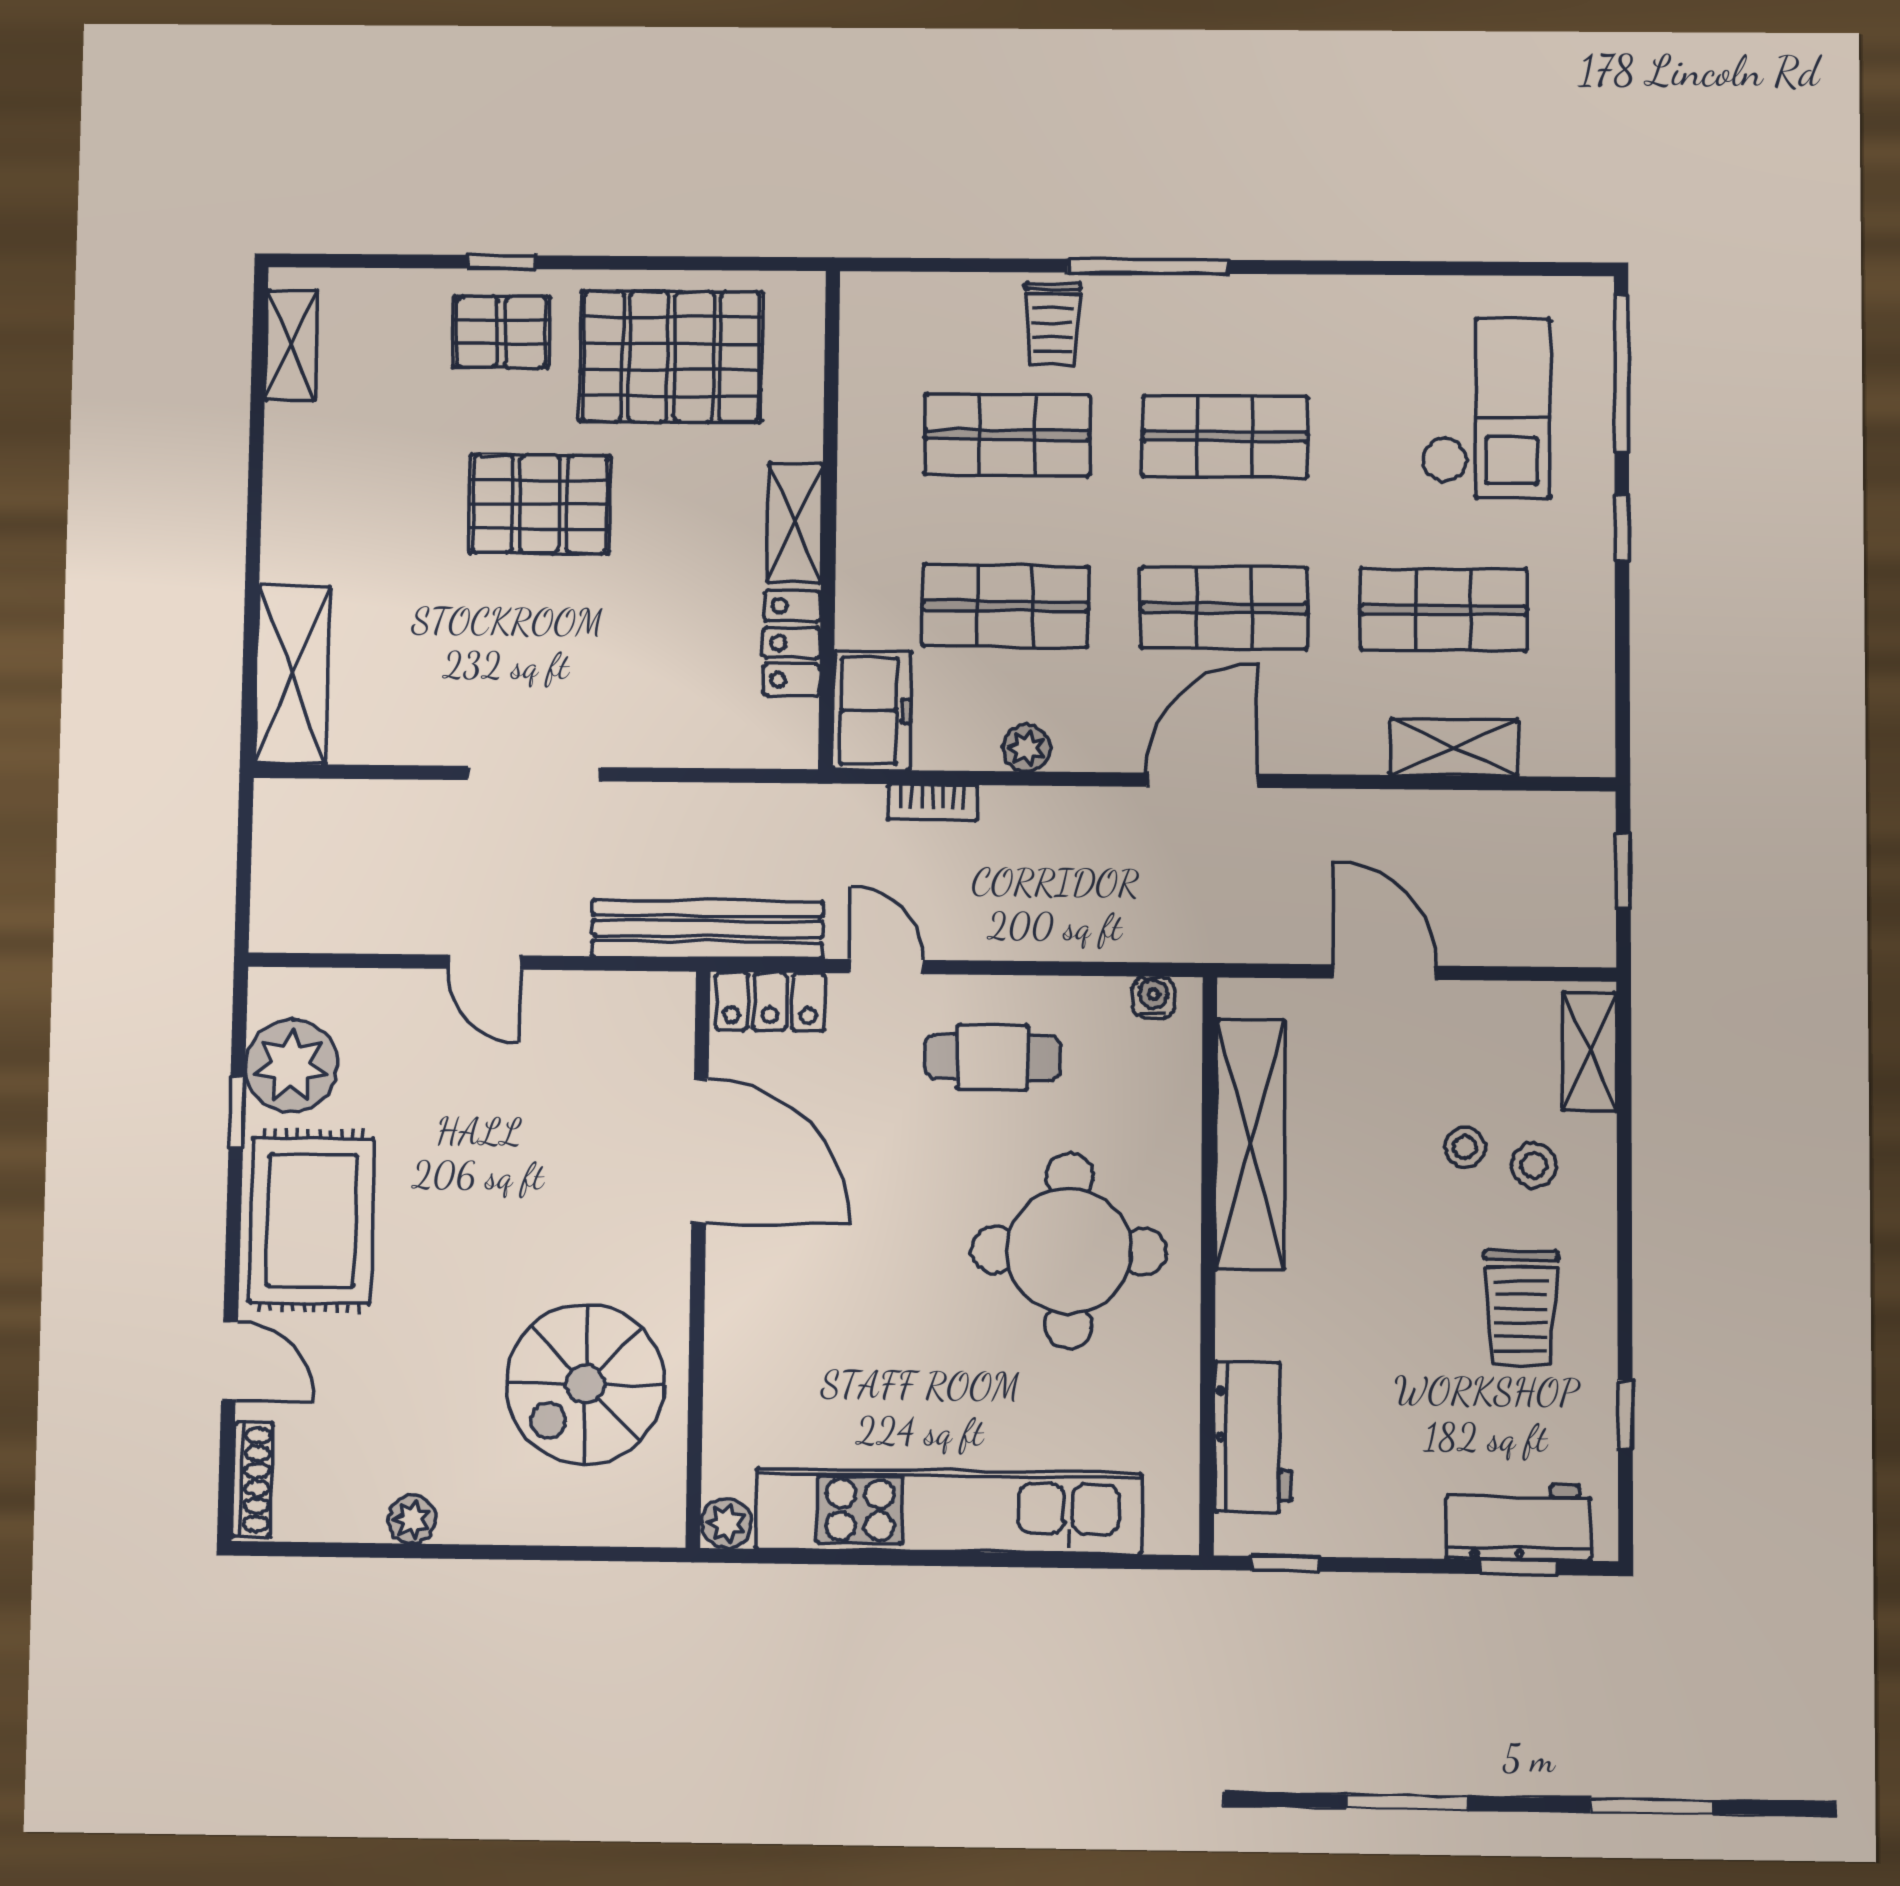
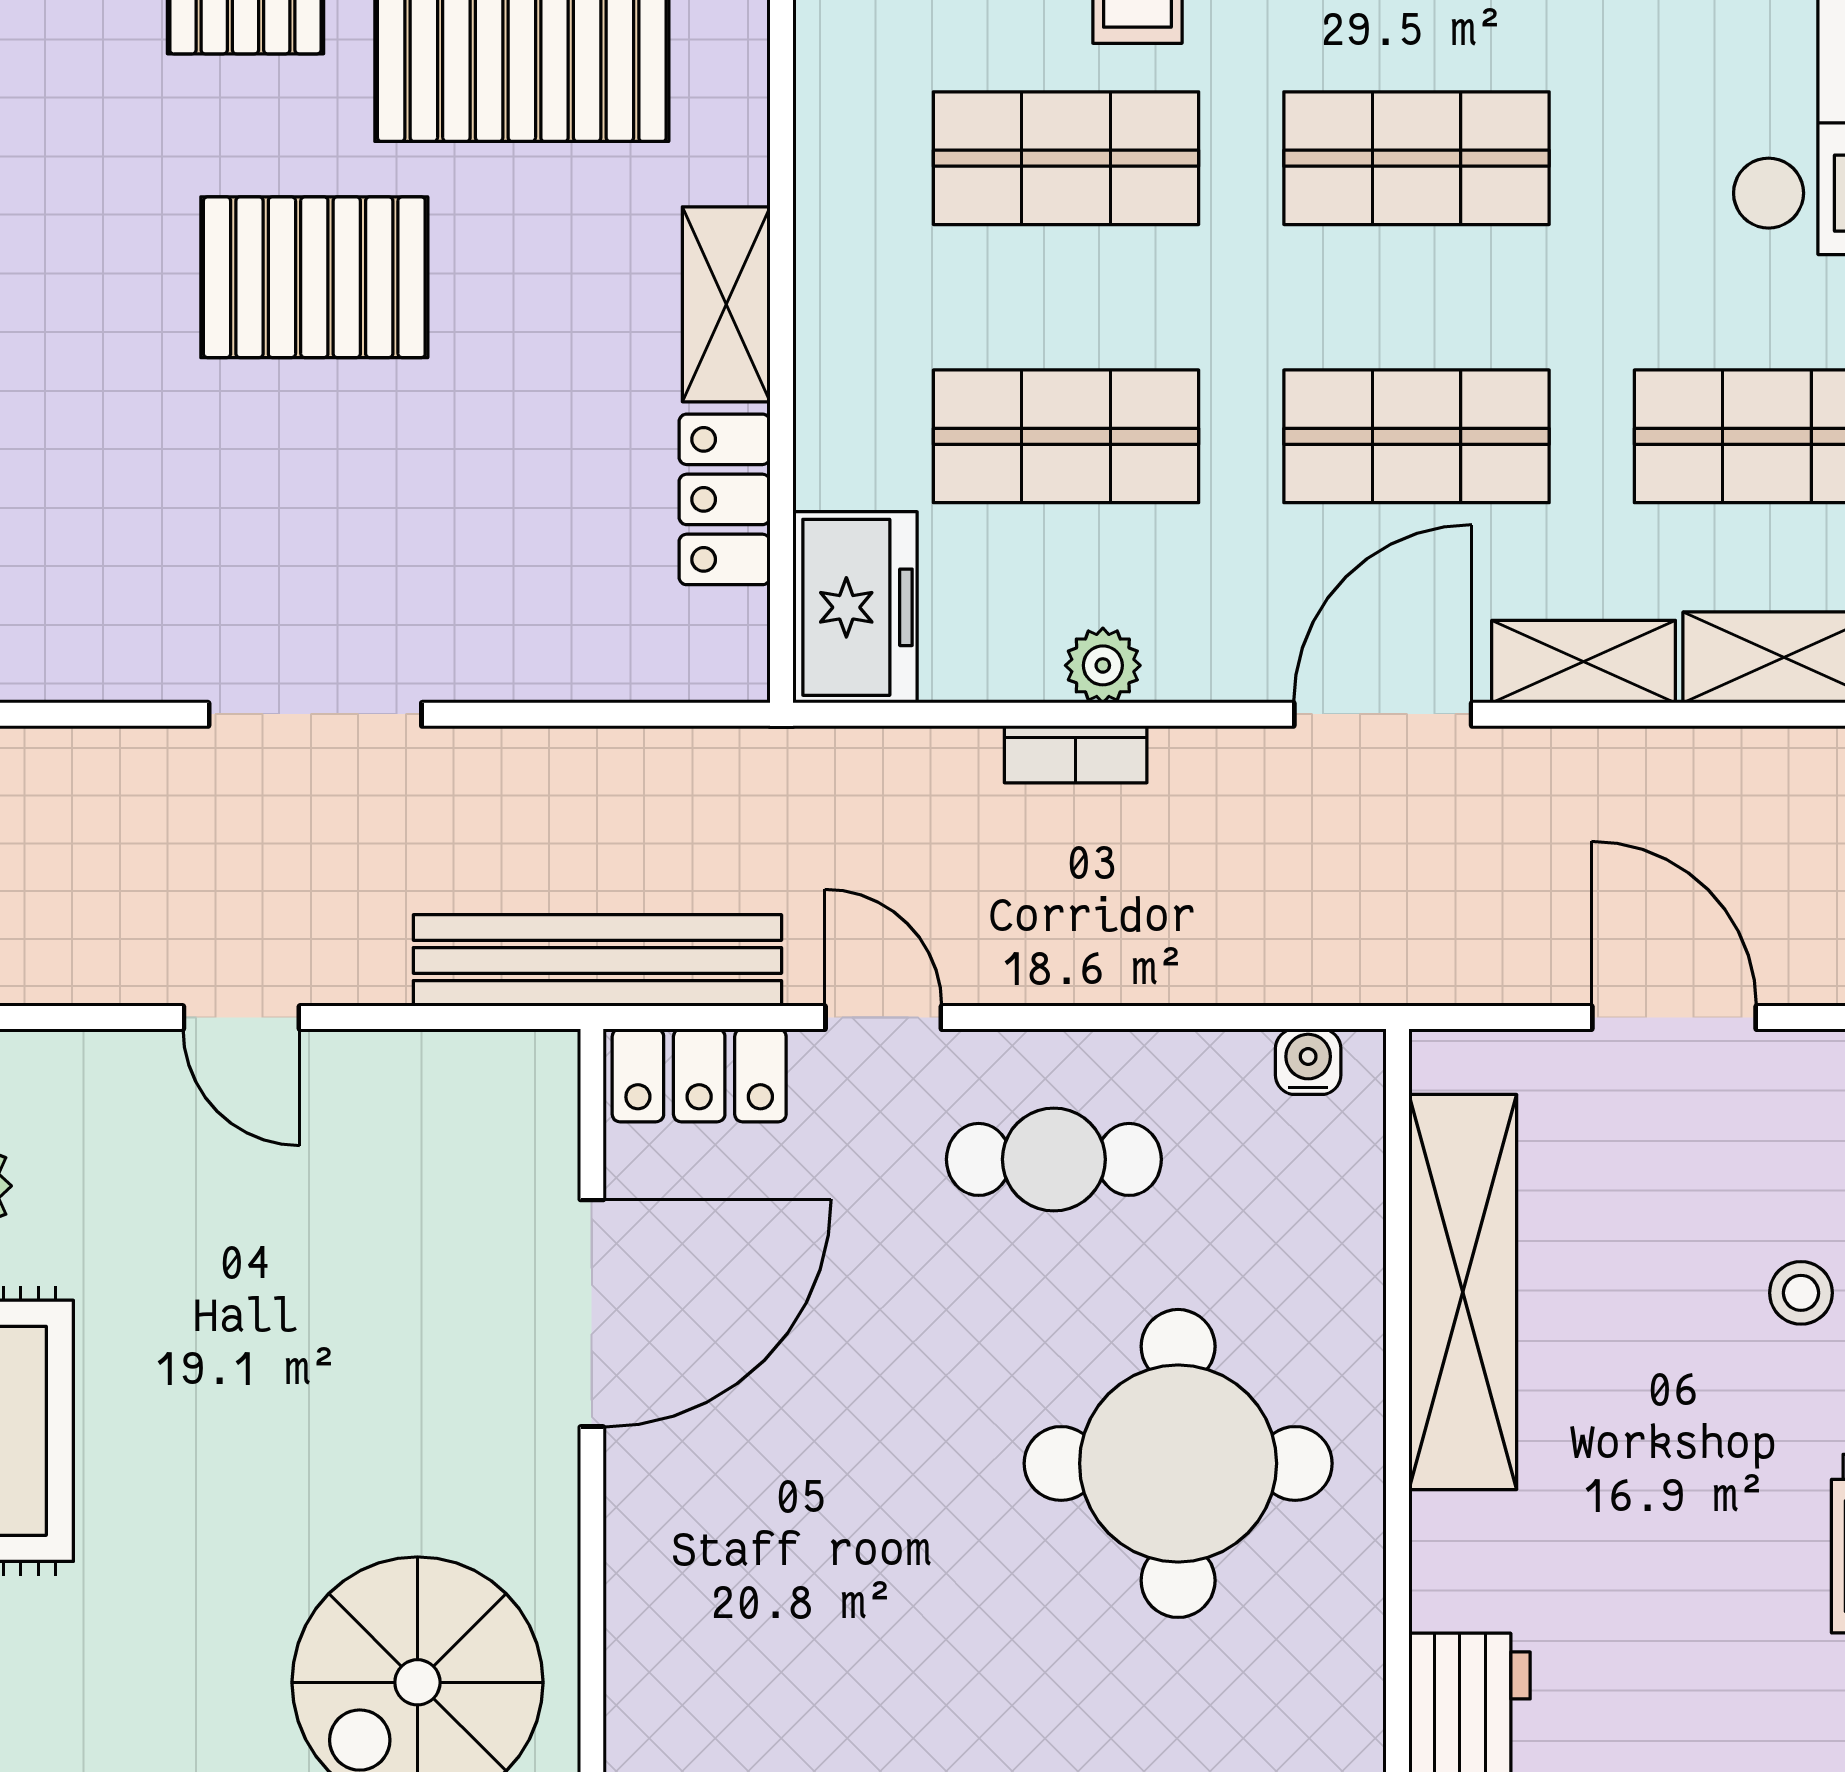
shelving: (1328, 749) -> (1584, 662), added
bookcase: (932, 802) -> (1076, 754), moved
door: (700, 1151) -> (592, 1313), hinge flipped

